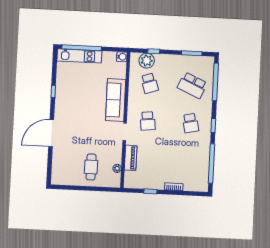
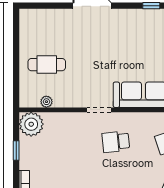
piano: (131, 158) -> (62, 120), removed
plant: (132, 180) -> (31, 124), added

